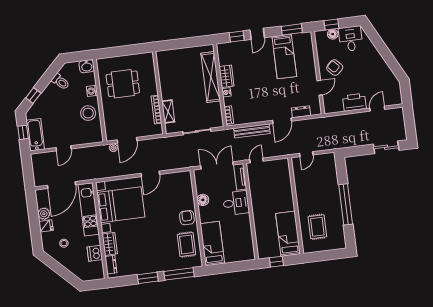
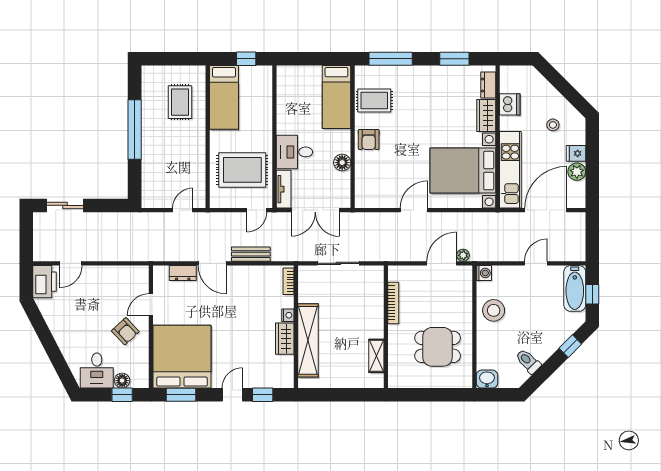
bed: (284, 57) -> (182, 357), width x2.04
washing machine: (92, 91) -> (484, 273), moved
printer: (354, 102) -> (45, 282), moved, turned -90
shelving: (168, 112) -> (376, 356), moved
door: (282, 121) -> (212, 263), swing flipped
bench: (252, 131) -> (251, 254), width x0.73
rug: (270, 186) -> (242, 170), added
rug: (186, 244) -> (374, 100), turned 90
window: (148, 278) -> (454, 59), moved

